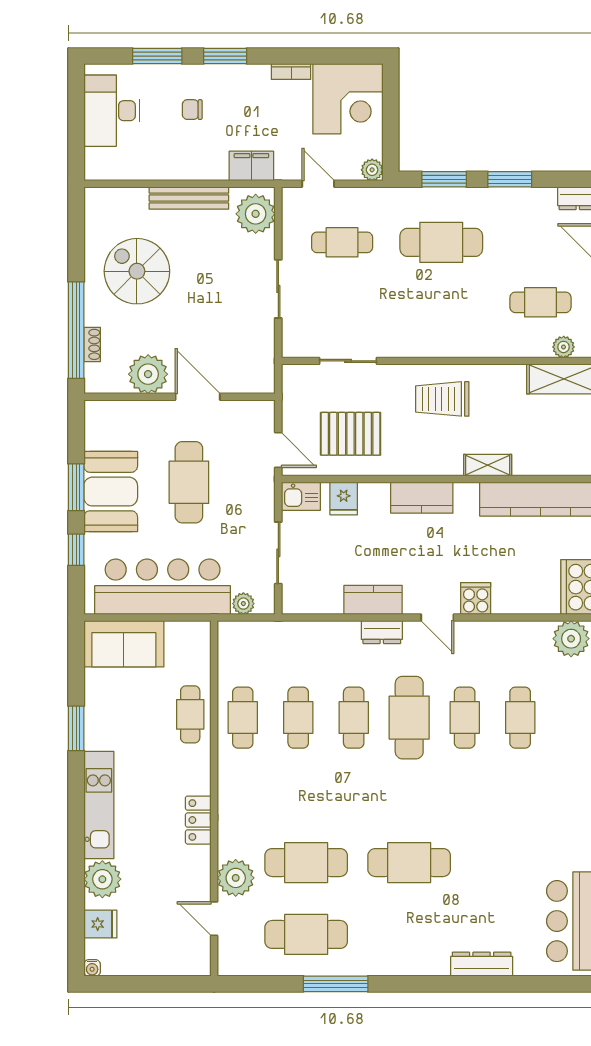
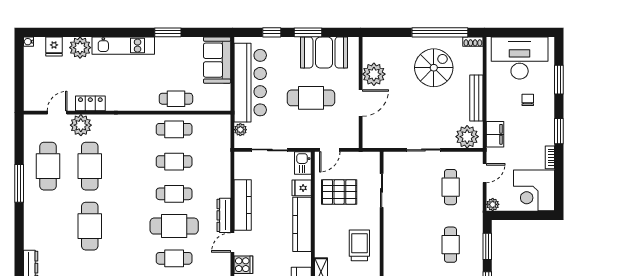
window: (225, 56) -> (559, 131), moved
desk: (112, 111) -> (520, 58), width x1.36, depth x1.30
cafe table: (441, 242) -> (451, 245), width x0.73, depth x0.74
window: (76, 330) -> (440, 32), moved
shoe rack: (92, 344) -> (473, 42), moved
pallet: (351, 434) -> (339, 192), turned 90
booth: (111, 492) -> (324, 52), moved
kitchen counter: (422, 498) -> (302, 224), width x1.50
kitchen counter: (373, 600) -> (243, 205), width x1.50
dresser: (382, 632) -> (224, 215), width x1.44
locker: (198, 820) -> (90, 103), moved

